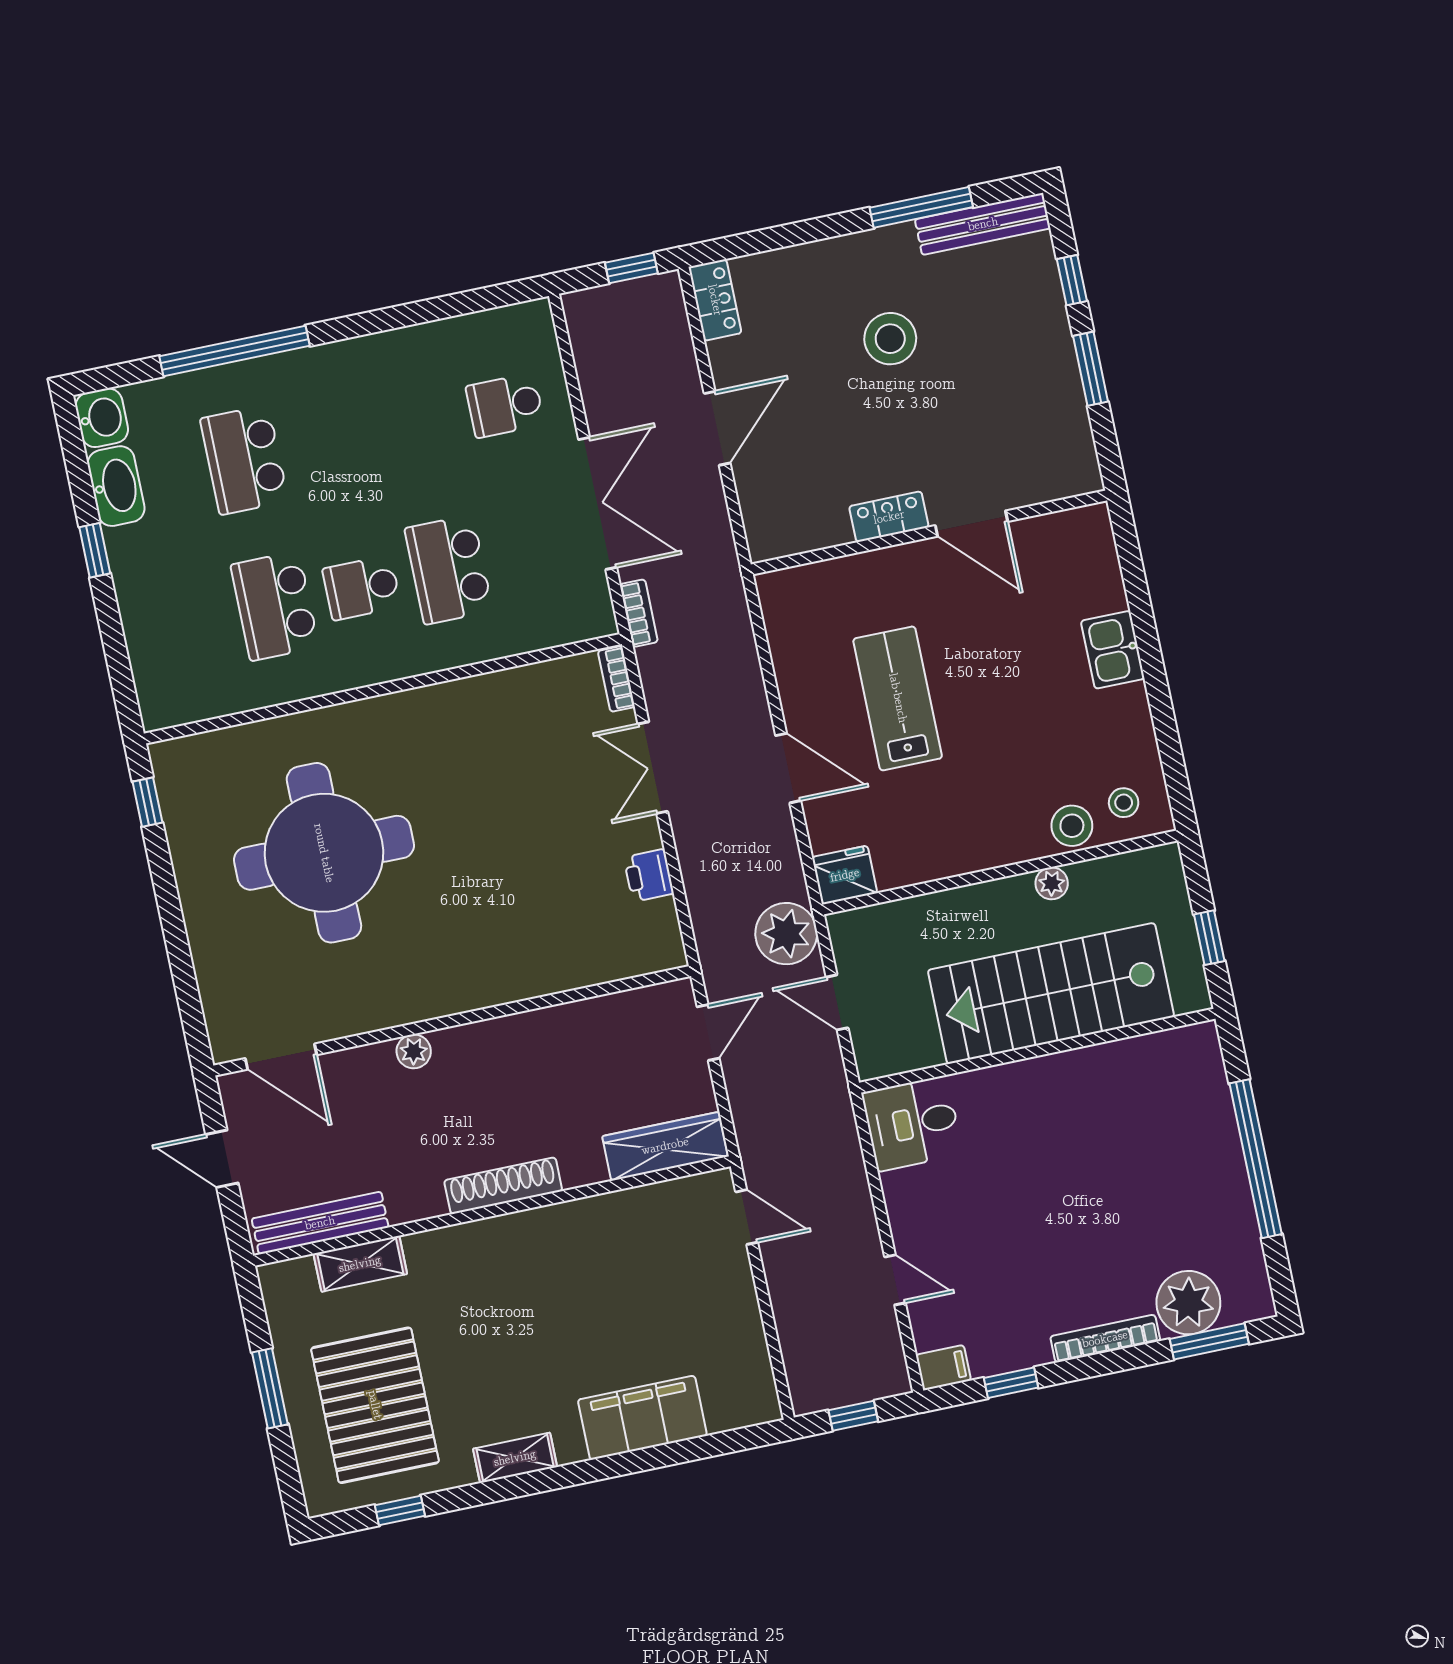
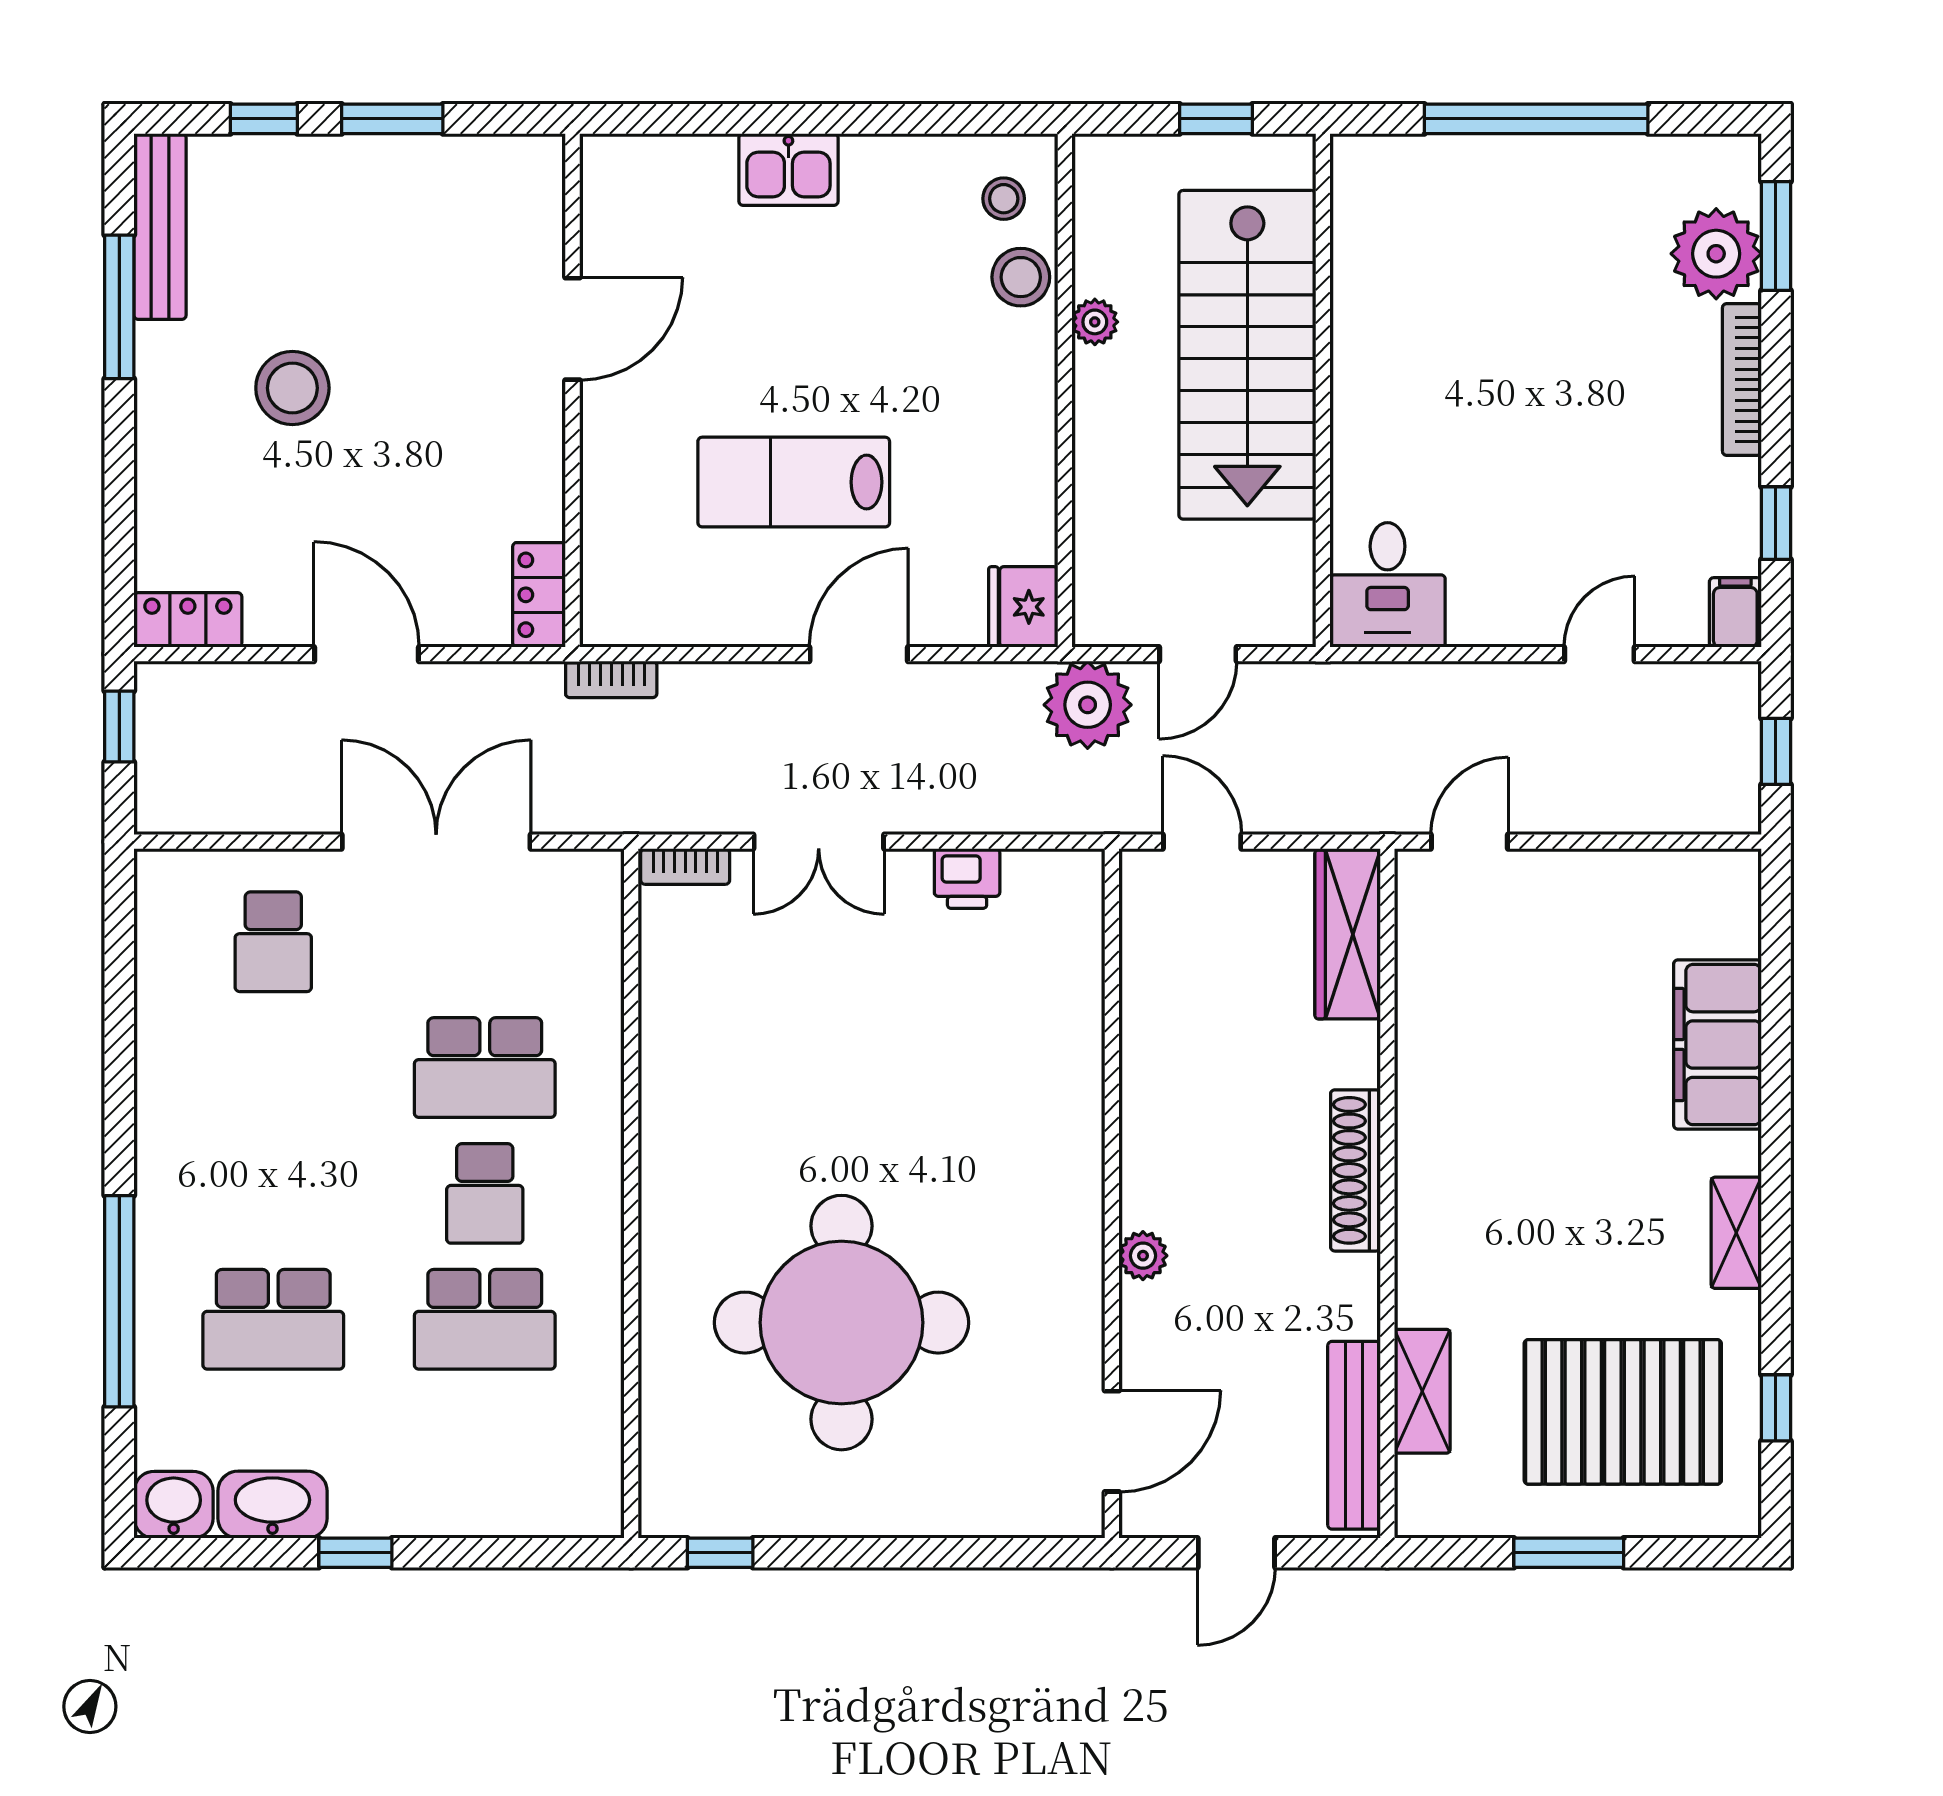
locker: (889, 517) -> (539, 595), moved
bookcase: (639, 613) -> (611, 679), moved, turned 180

